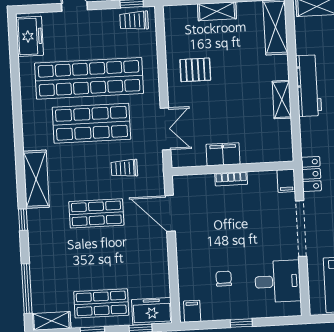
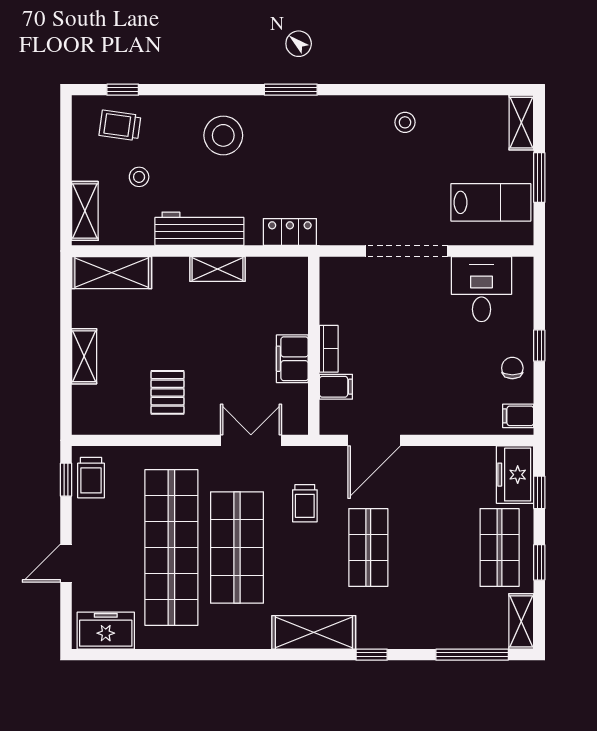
locker: (311, 174) -> (290, 232), moved
filing cabinet: (286, 181) -> (336, 387), moved
chair: (224, 279) -> (512, 368), moved, turned 90

